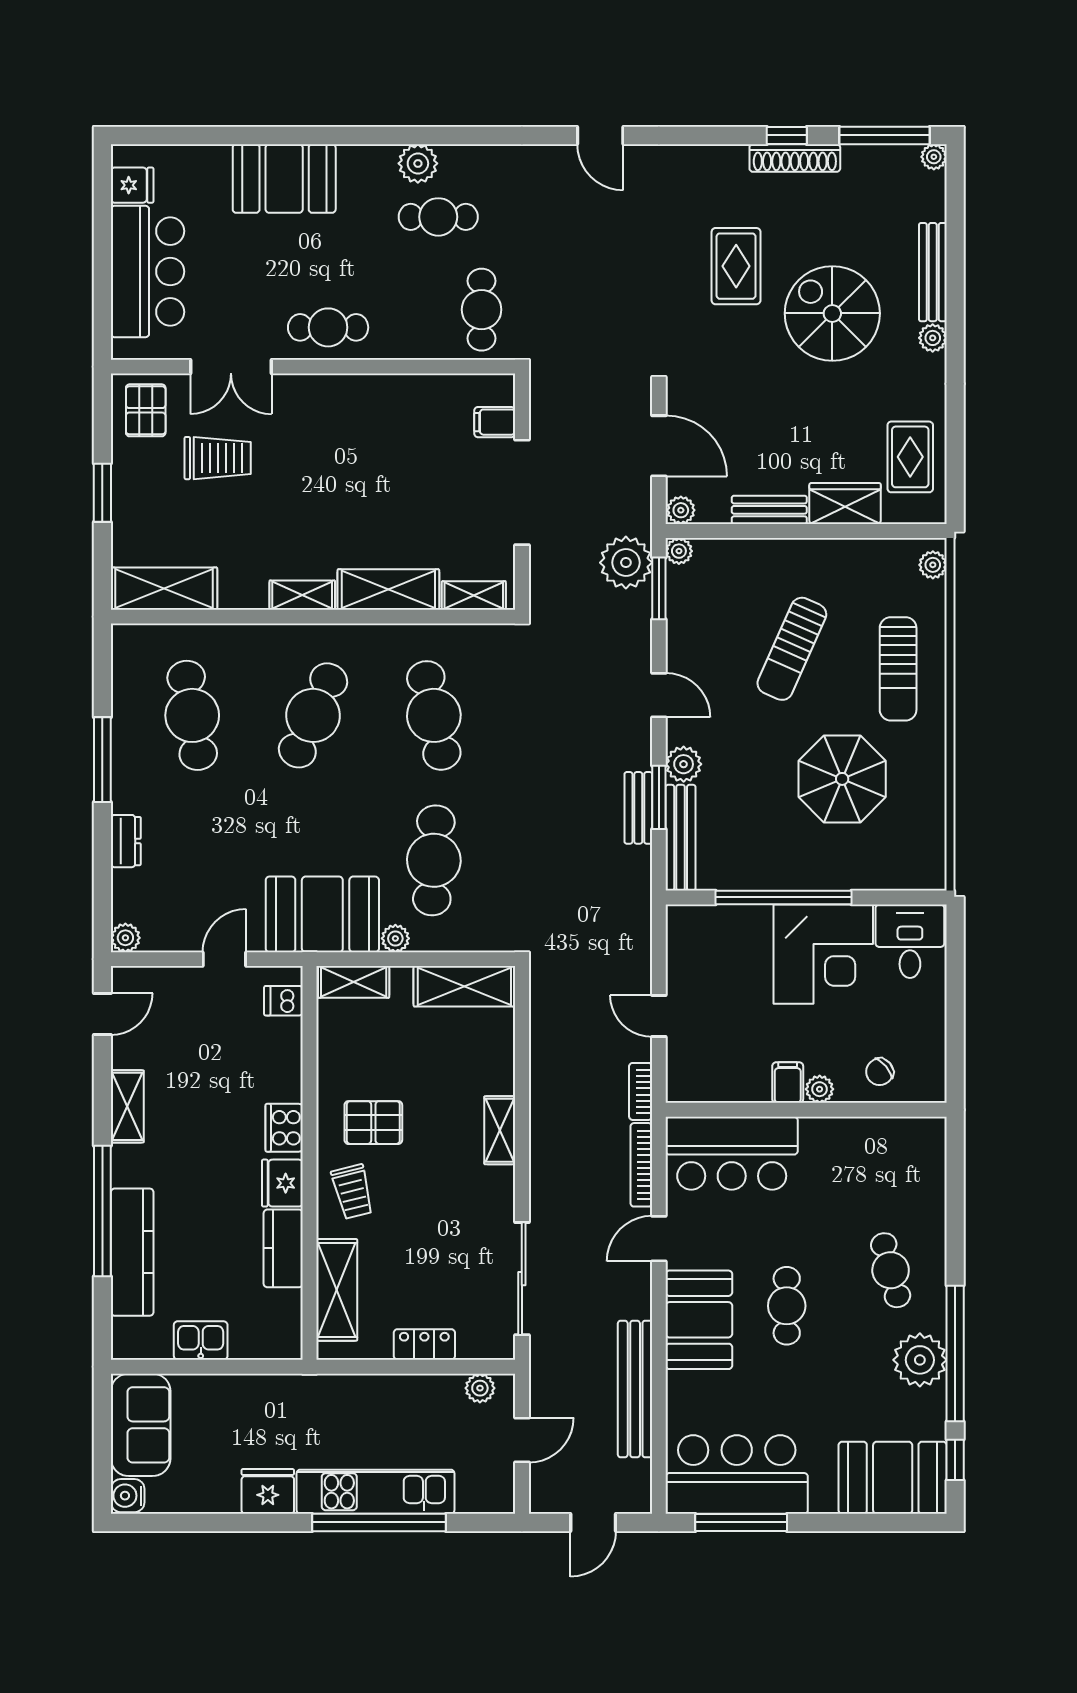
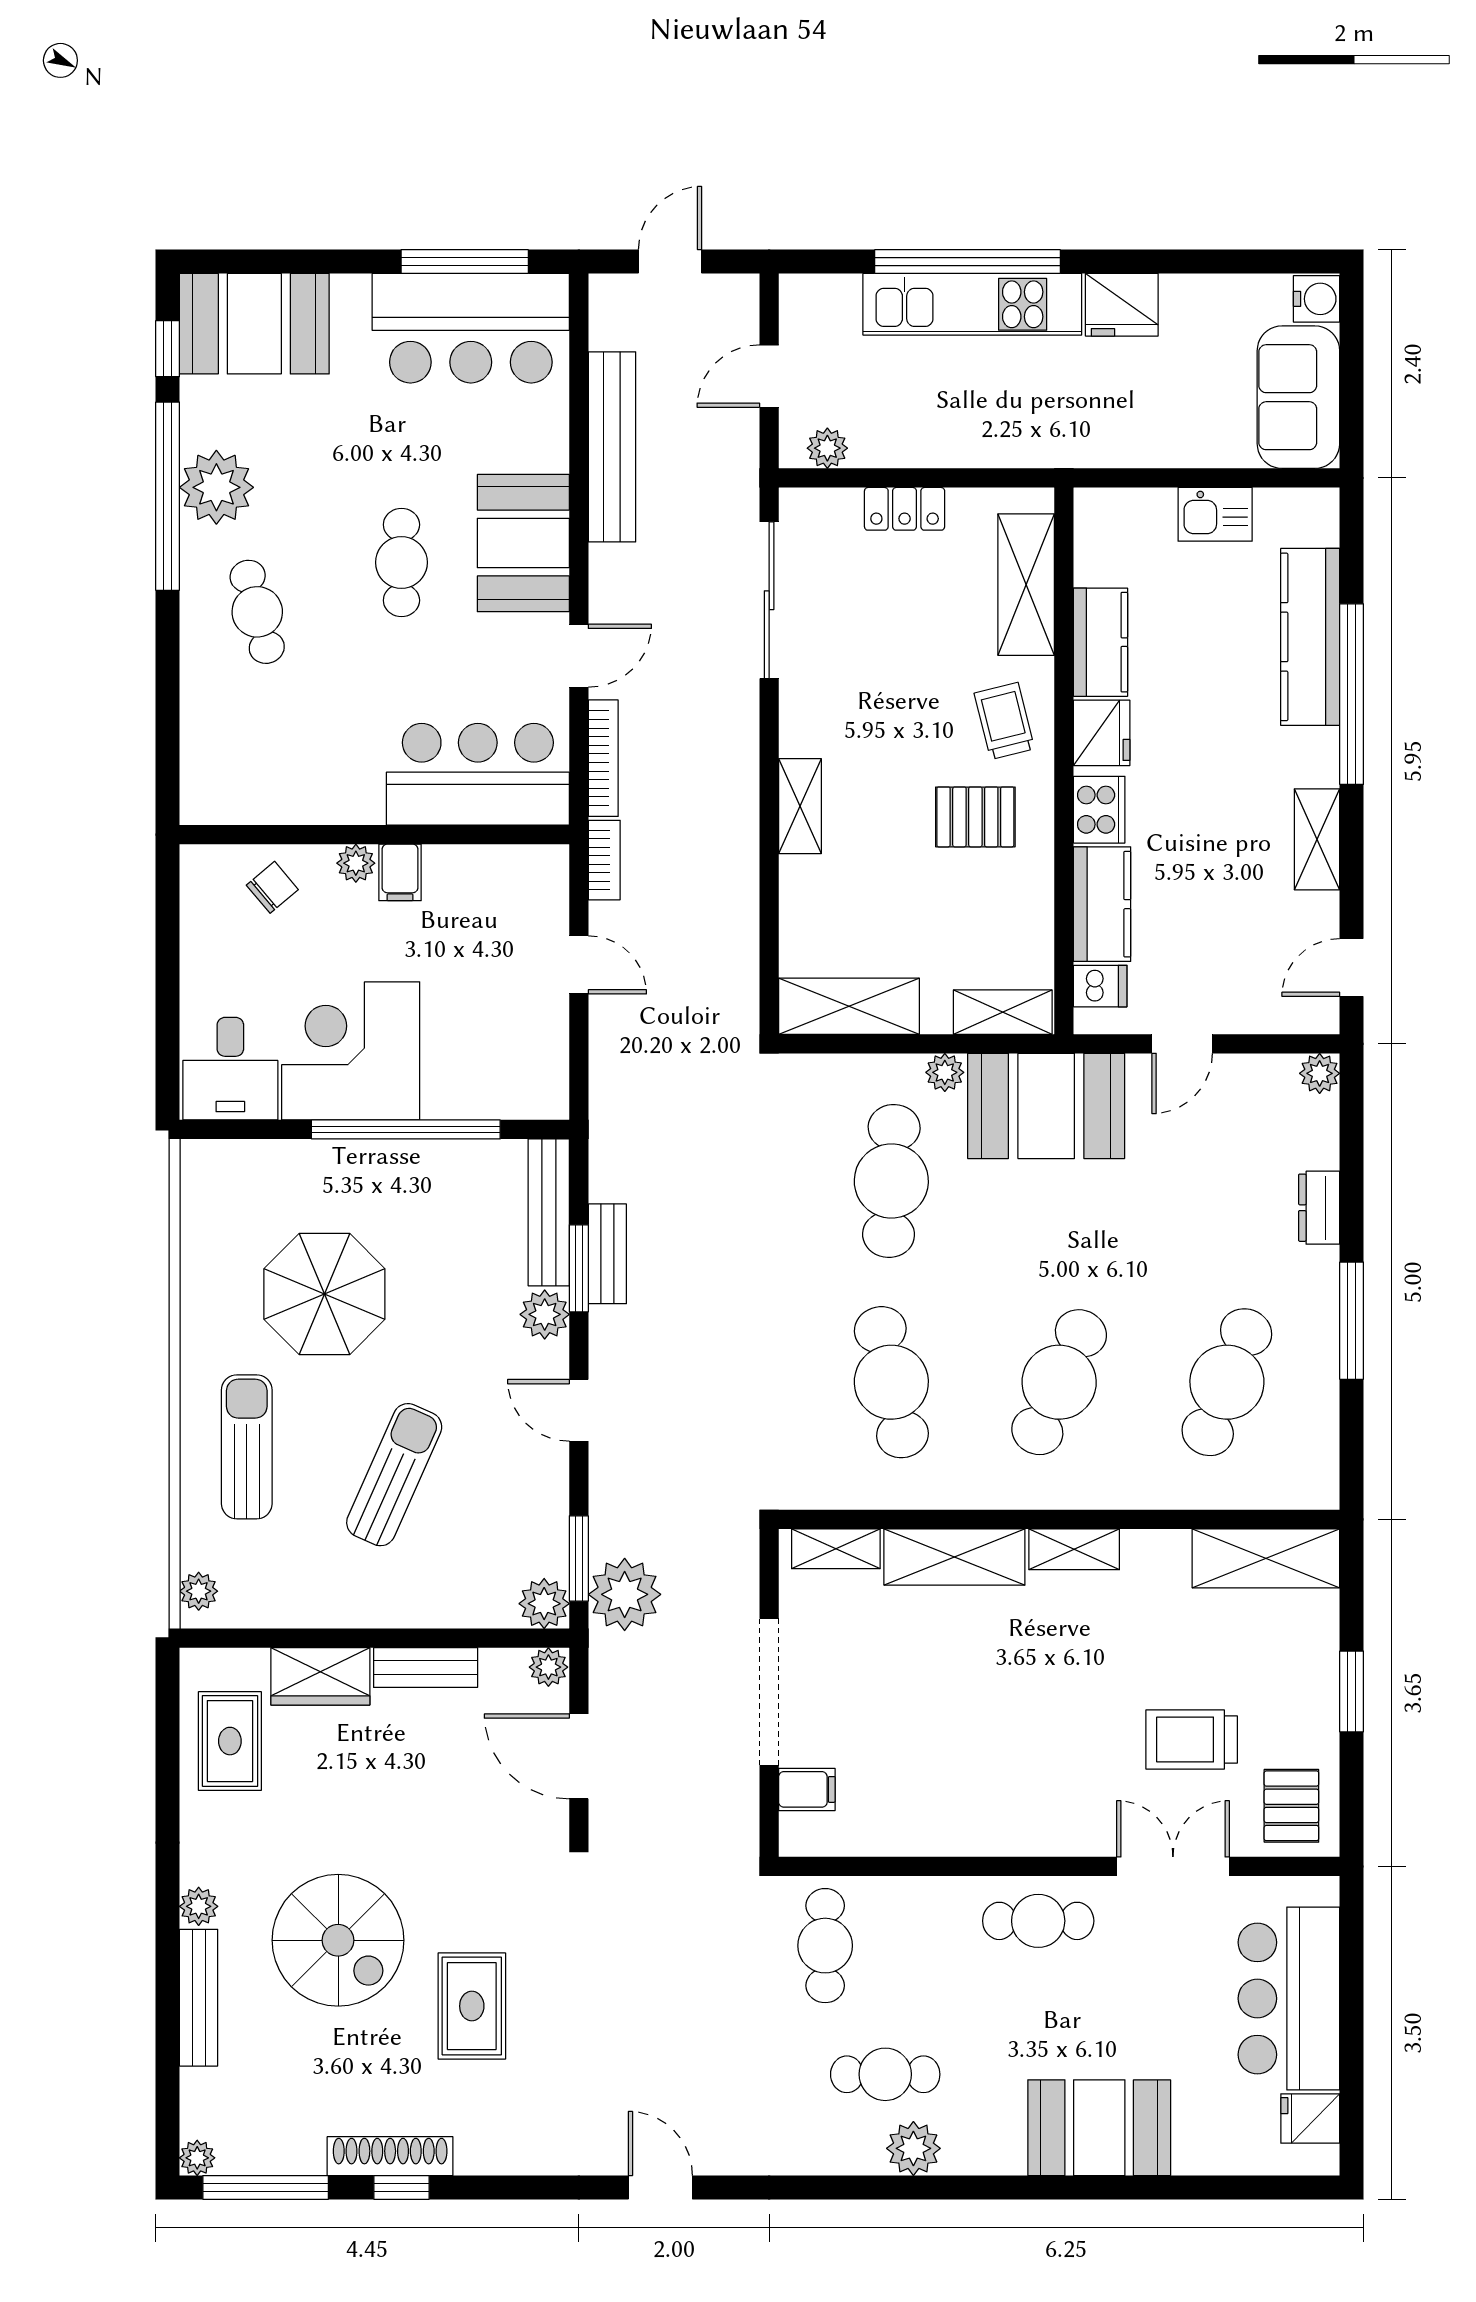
plant: (679, 551) -> (544, 1604), width x1.38, depth x1.38
cafe table: (192, 715) -> (1227, 1382), turned 30
kitchen counter: (282, 1060) -> (1102, 904), added

